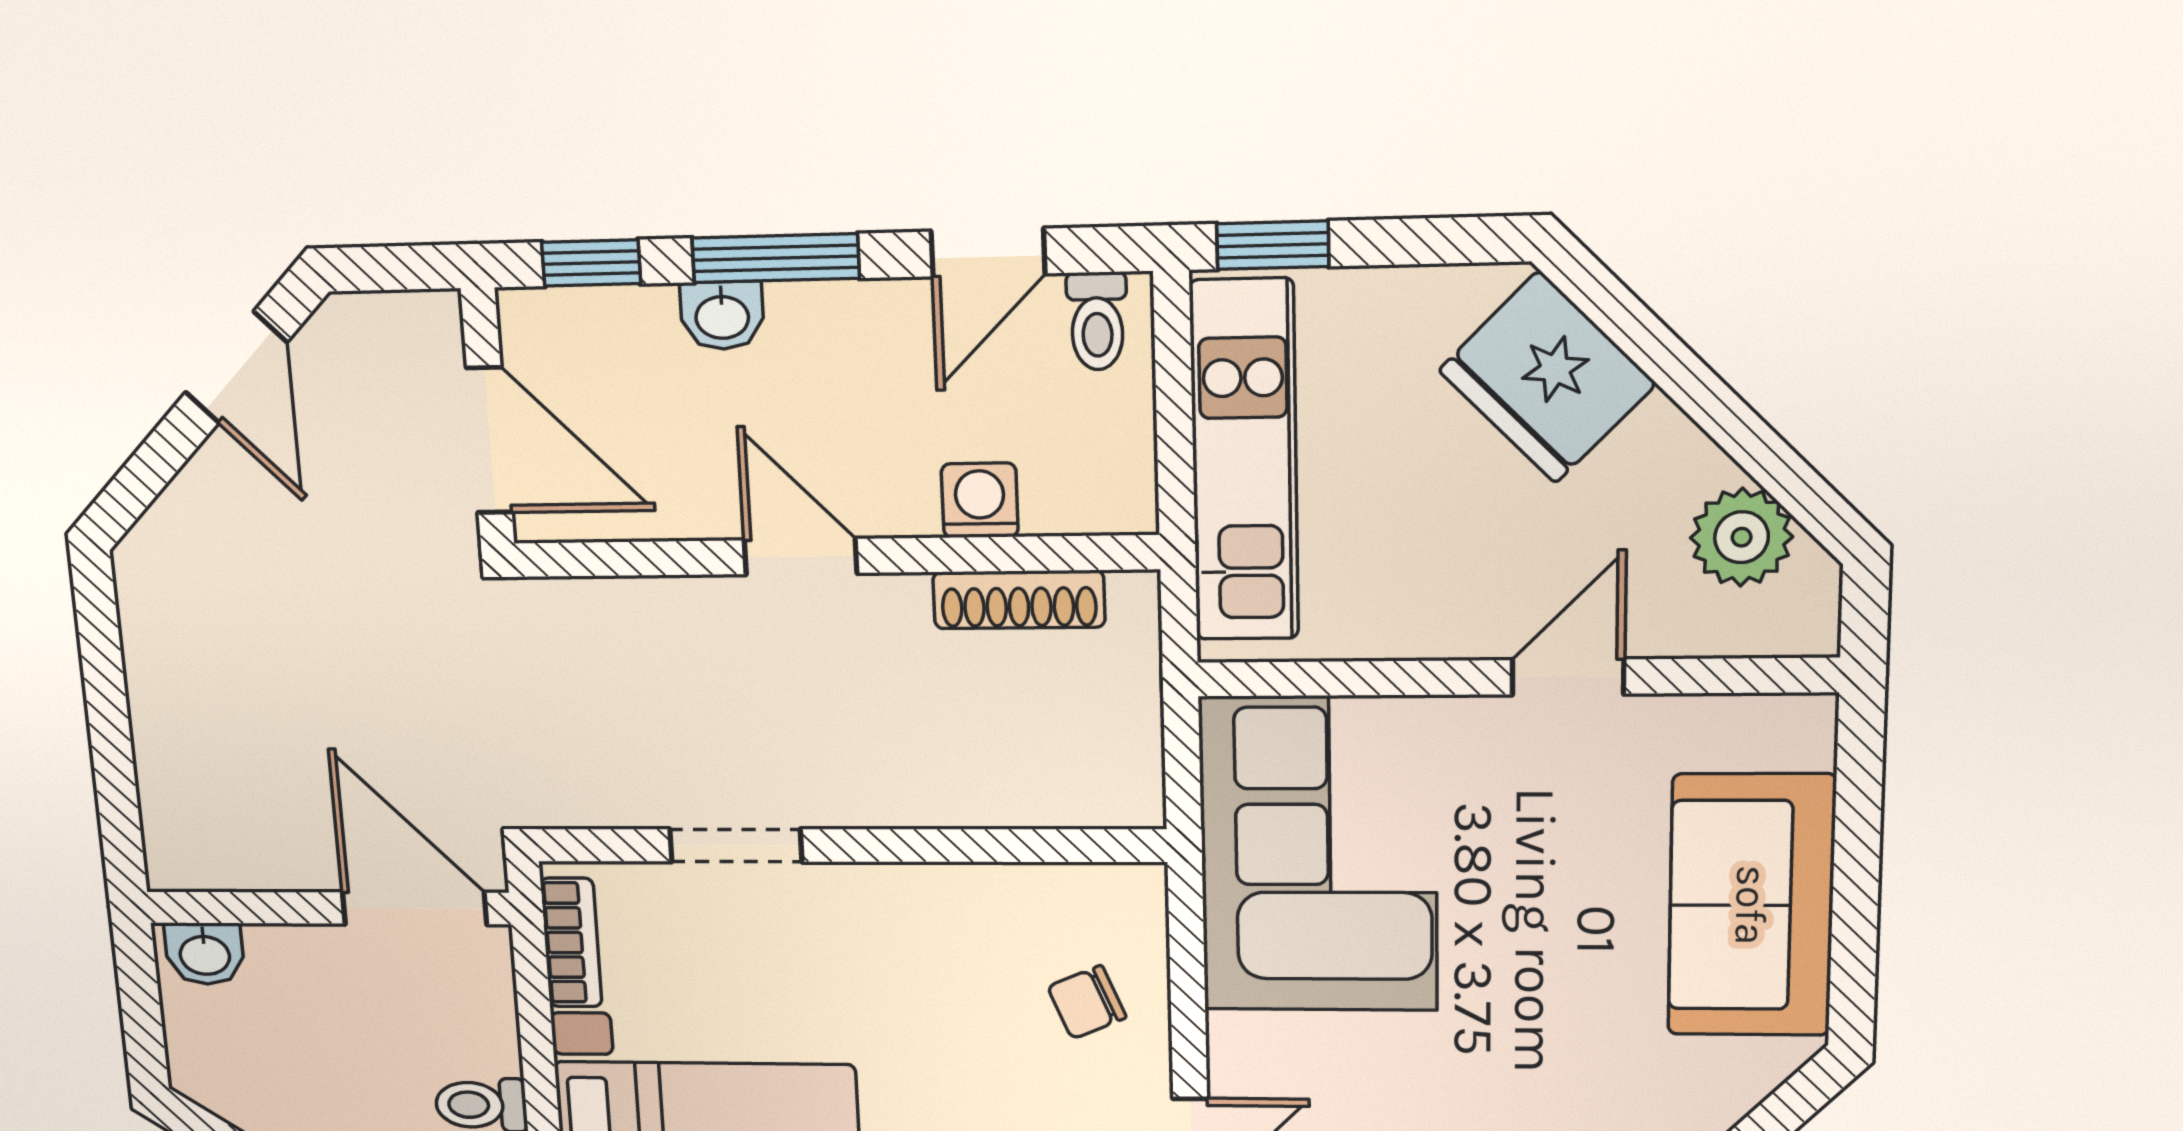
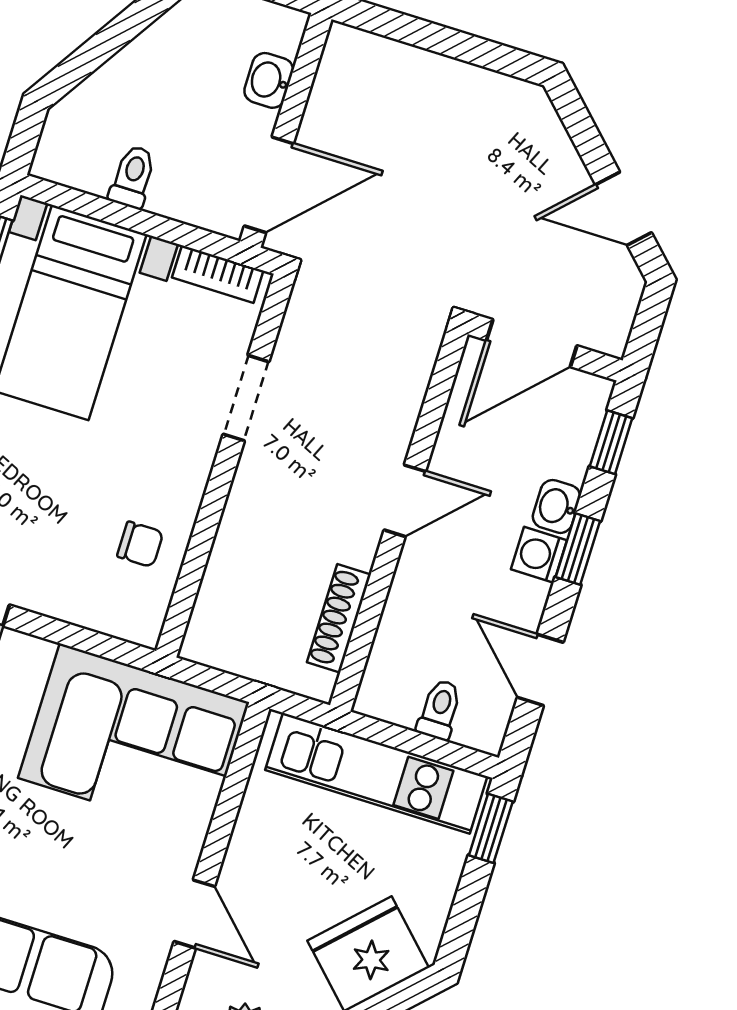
window: (776, 258) -> (578, 549), width x0.67
toilet: (1097, 321) -> (440, 710), moved, turned 90
washing machine: (980, 500) -> (539, 555), moved, turned 180
washbasin: (205, 954) -> (269, 80), moved
chair: (1087, 1002) -> (140, 544), moved, turned 113

